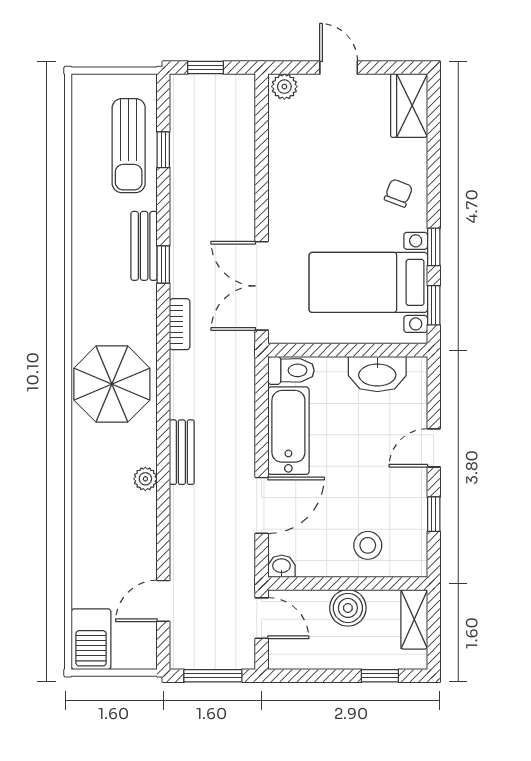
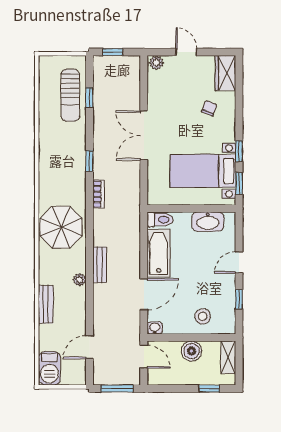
chair: (398, 193) -> (209, 108), moved
bench: (144, 246) -> (46, 304), moved
double door: (262, 286) -> (144, 135), moved

